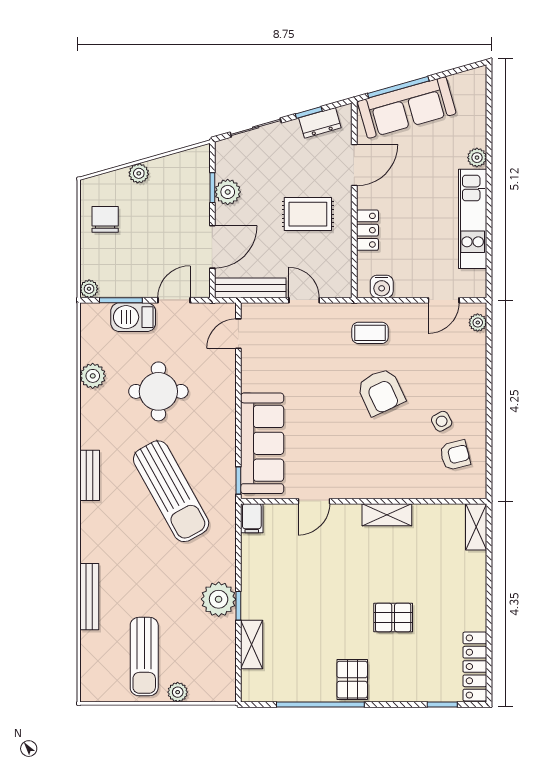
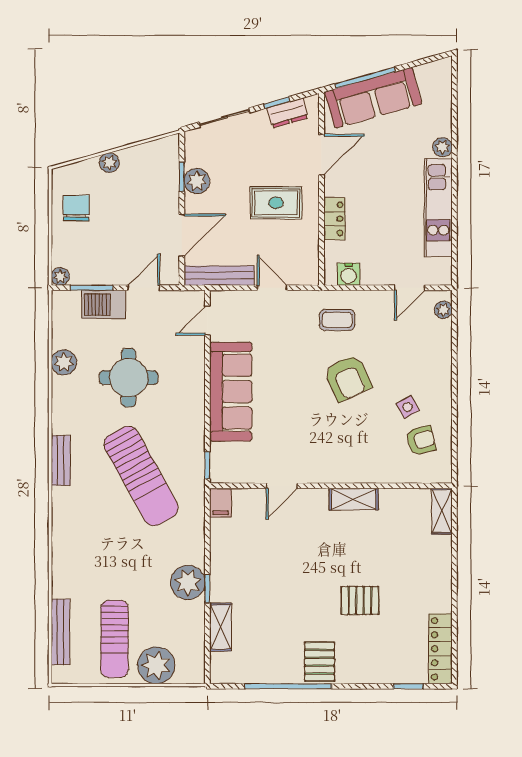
sofa: (262, 443) -> (231, 392), moved
bench: (89, 597) -> (60, 632), moved
plant: (178, 692) -> (156, 665), width x1.87, depth x1.87

